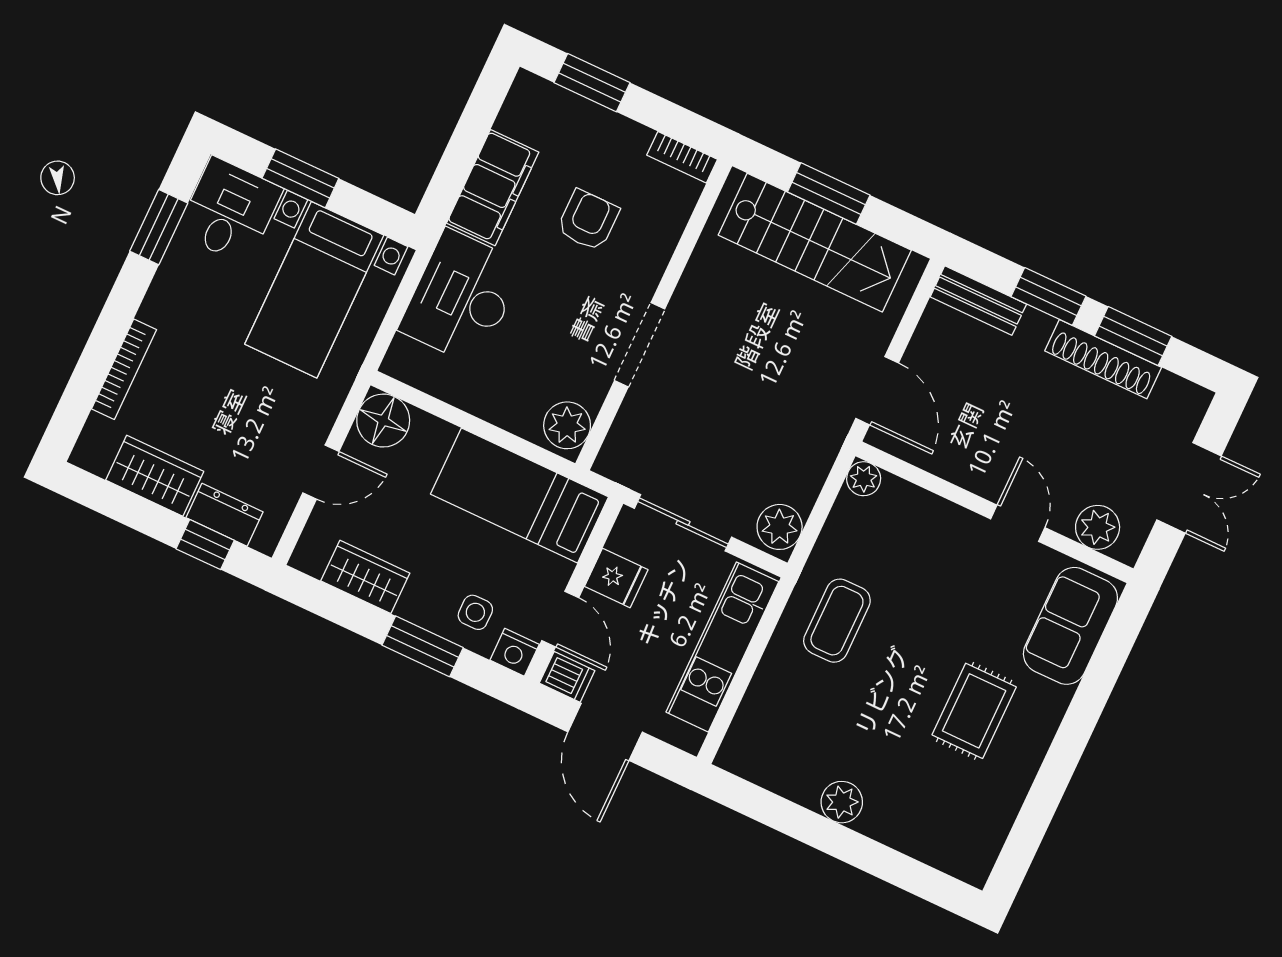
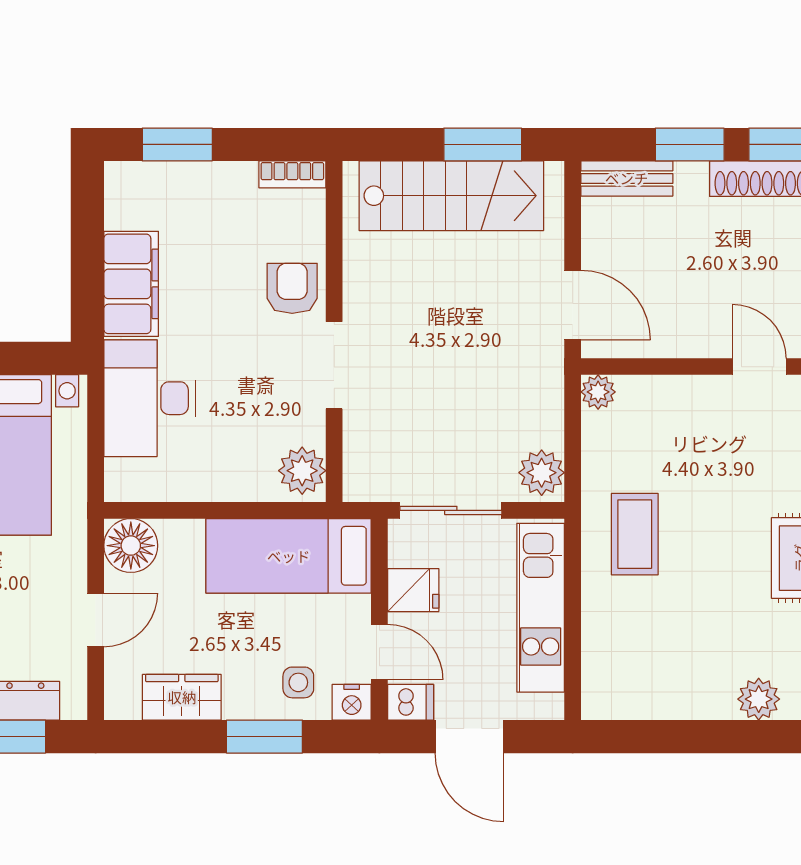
window: (829, 193) -> (483, 144), moved
armchair: (588, 220) -> (292, 288), moved
plant: (842, 802) -> (759, 699), moved

